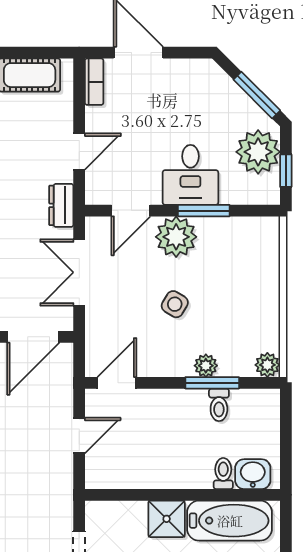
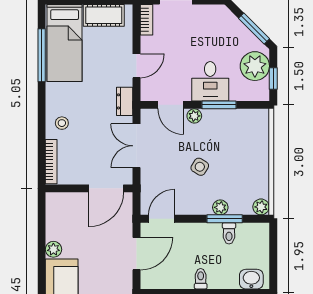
door: (131, 211) -> (171, 105), hinge flipped
plant: (176, 237) -> (194, 116), width x0.53, depth x0.53
door: (79, 436) -> (137, 254), width x1.38
toilet: (223, 474) -> (201, 279), moved

